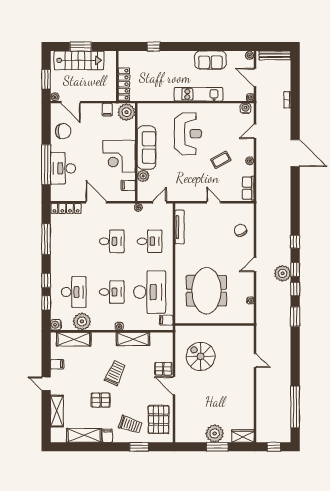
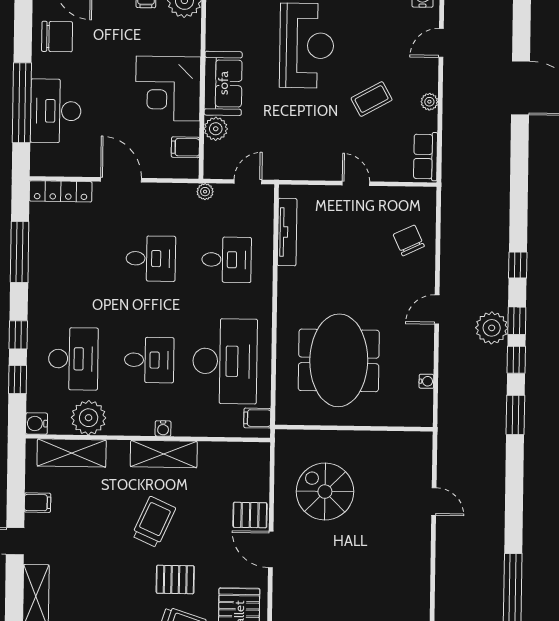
sofa: (146, 147) -> (223, 83), width x0.73
shelving: (133, 339) -> (164, 454), moved
pallet: (101, 400) -> (175, 580), moved

